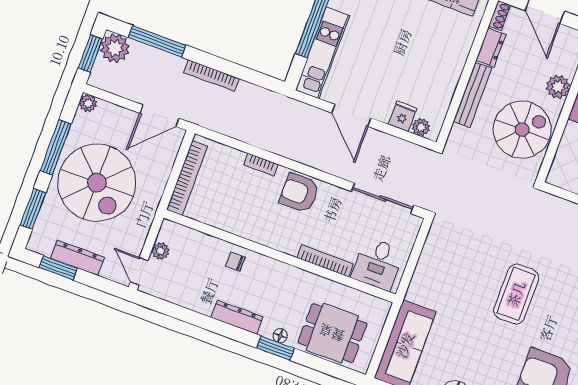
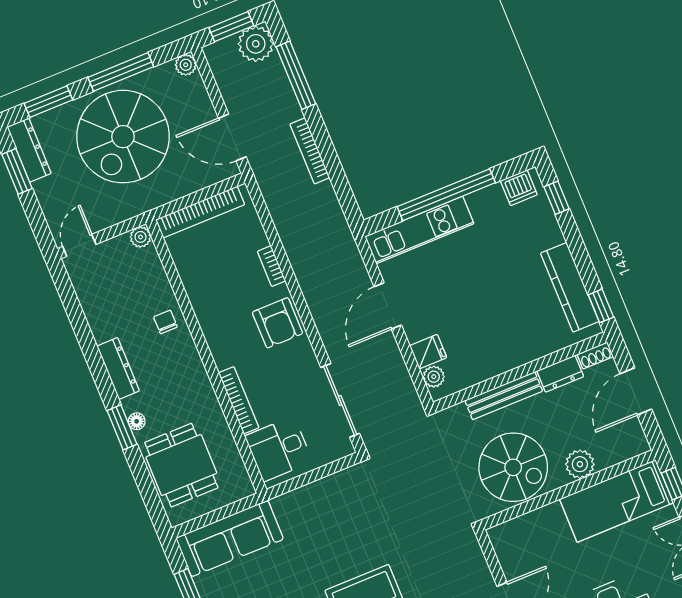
armchair: (299, 193) -> (277, 323), turned 180
plant: (160, 251) -> (141, 237), moved
dresser: (77, 258) -> (29, 150), moved

